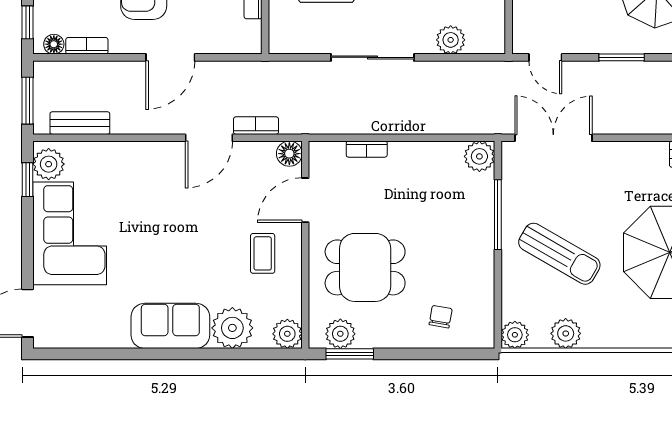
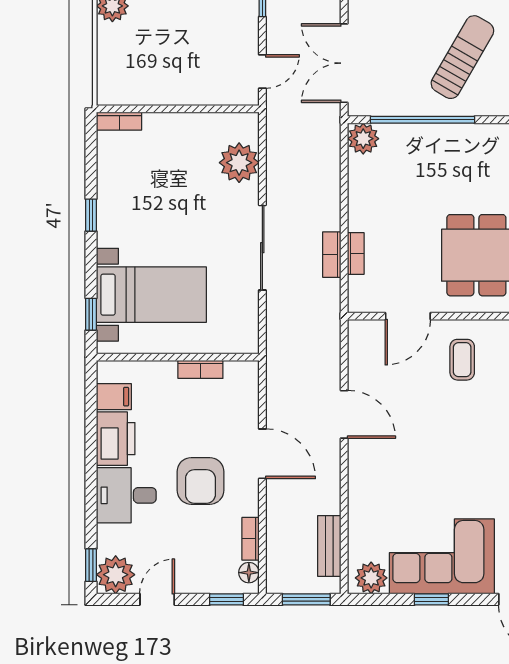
plant: (451, 40) -> (239, 163), width x1.36, depth x1.36
bookcase: (256, 126) -> (332, 255), moved
floor lamp: (289, 154) -> (360, 332), removed
window: (28, 180) -> (431, 599), moved
door: (305, 200) -> (408, 316), hinge flipped
window: (498, 215) -> (422, 120), width x1.46
coffee table: (263, 253) -> (462, 360), turned 90

